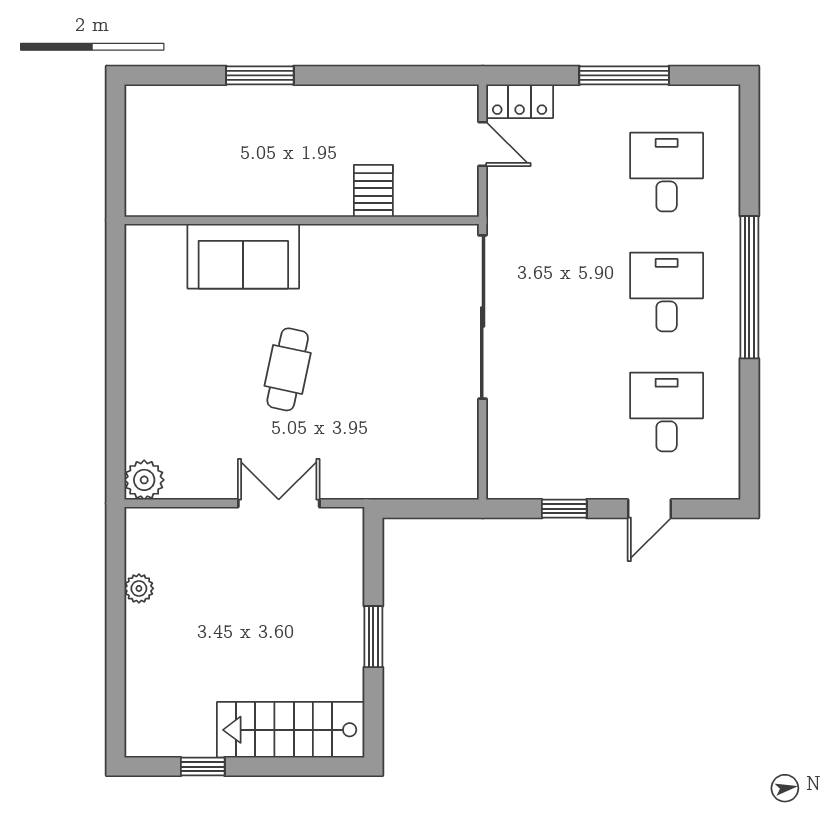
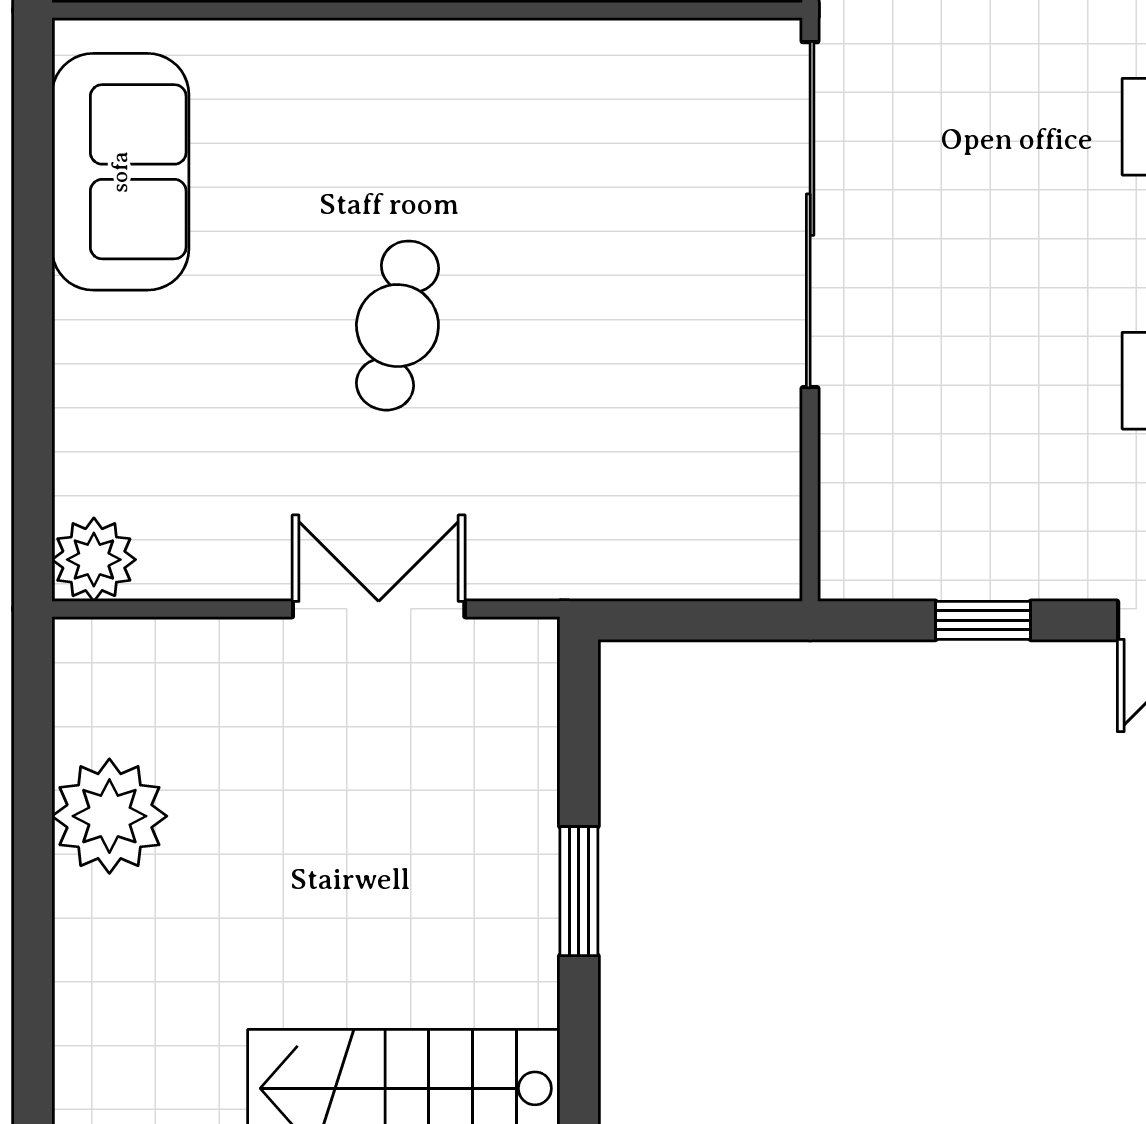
sofa: (243, 256) -> (120, 172), moved, turned -90
plant: (139, 588) -> (109, 816), width x1.87, depth x1.87

